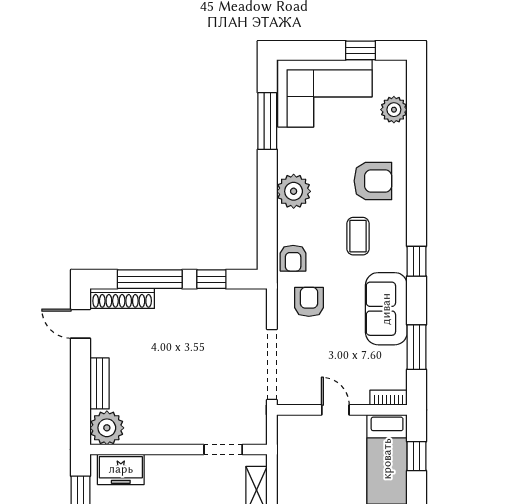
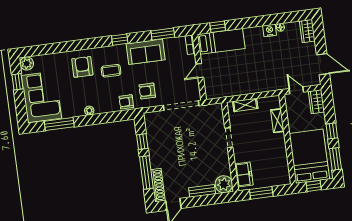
plant: (394, 110) -> (27, 63), moved
plant: (294, 191) -> (89, 111), width x0.53, depth x0.53
armchair: (293, 258) -> (126, 102), turned 180
doorway: (223, 450) -> (229, 138), moved

